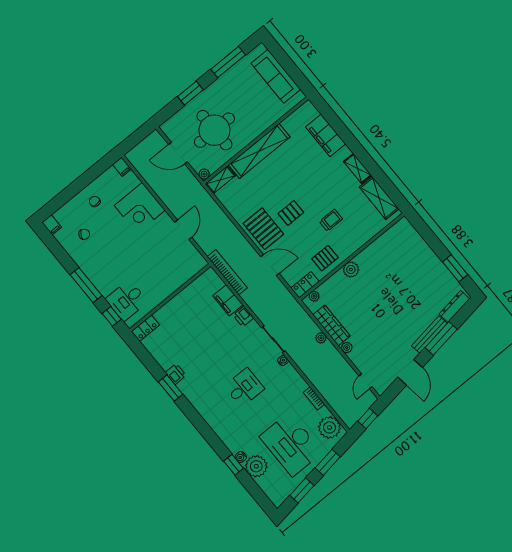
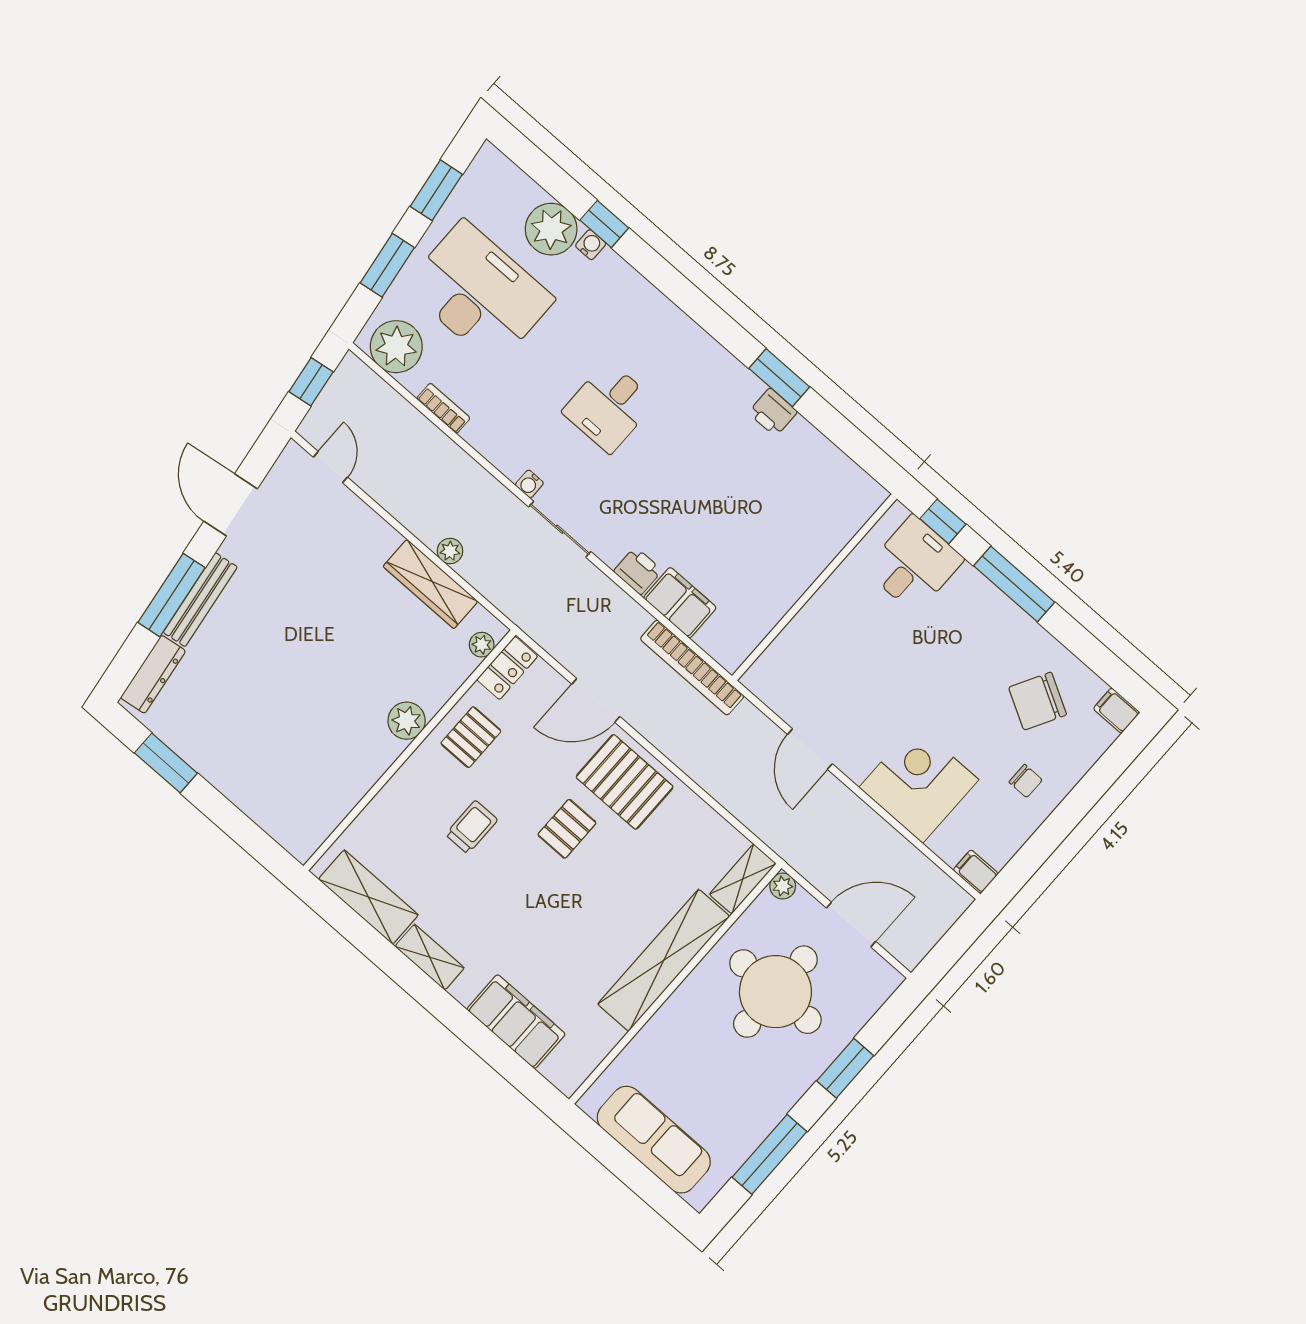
trolley: (331, 220) -> (472, 827), turned 180
chair: (84, 234) -> (1038, 701), width x1.87, depth x1.87
locker: (145, 328) -> (860, 507), removed
plant: (347, 348) -> (387, 538), removed

